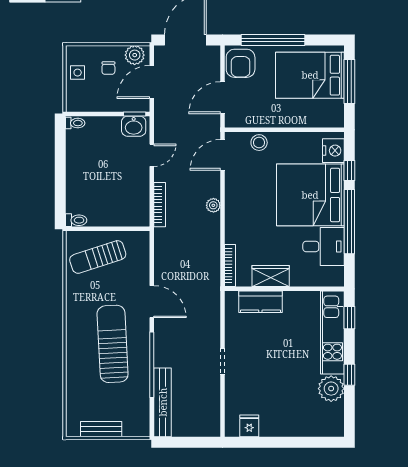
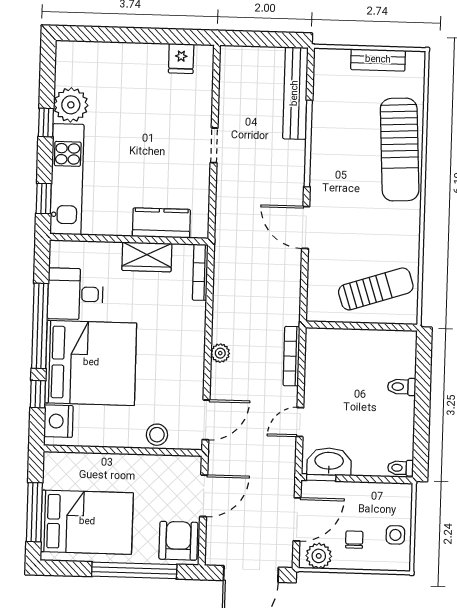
washbasin: (134, 126) -> (329, 462), width x1.38
toilet: (76, 220) -> (402, 387), moved
sun lounger: (113, 344) -> (400, 150), moved

